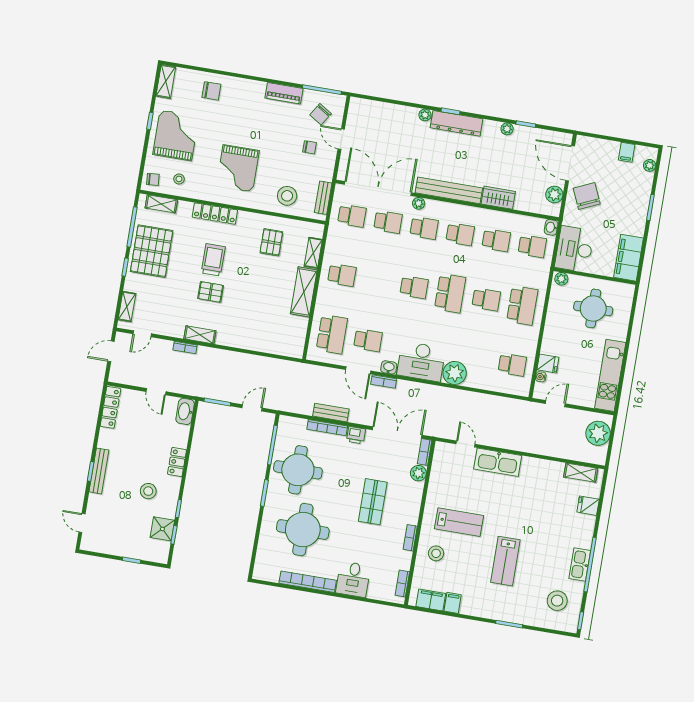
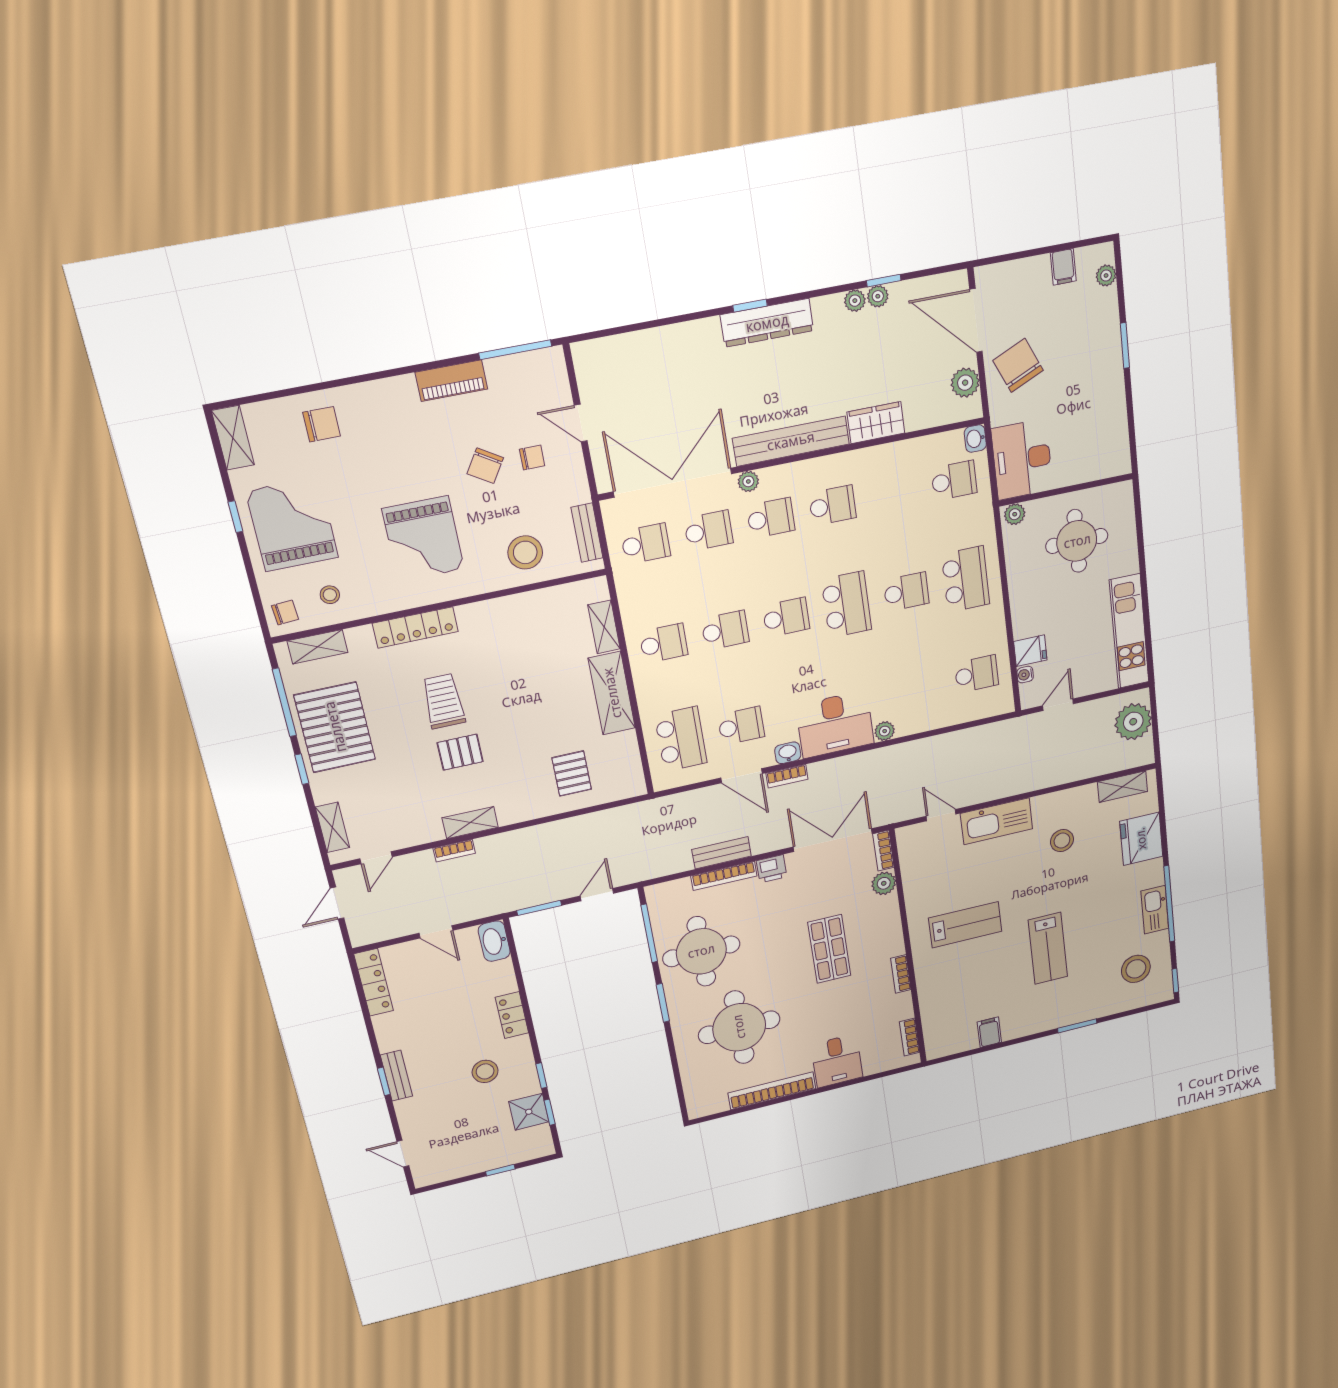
chair: (321, 114) -> (485, 466), moved
plant: (425, 115) -> (878, 296), moved
school desk: (496, 240) -> (725, 630), moved
pallet: (271, 242) -> (572, 773), moved
filing cabinet: (629, 258) -> (1111, 440), removed
plant: (455, 373) -> (885, 731), width x0.53, depth x0.53
bench: (99, 471) -> (396, 1076), width x0.73
fridge: (588, 506) -> (1141, 839), width x1.88, depth x1.34
stool: (436, 553) -> (1062, 841), moved
filing cabinet: (431, 600) -> (957, 1041), removed

